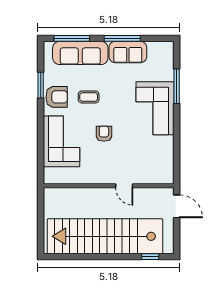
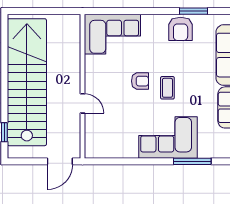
coffee table: (89, 97) -> (167, 88), moved
corner sofa: (61, 141) -> (112, 34), moved
door: (124, 186) -> (82, 103), swing flipped

